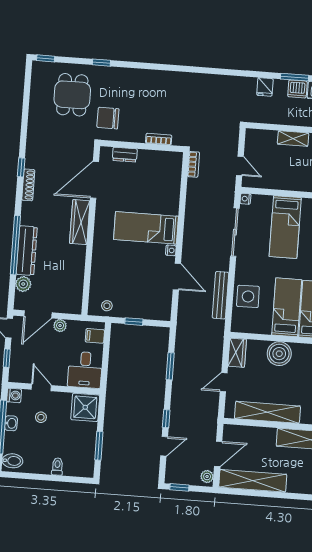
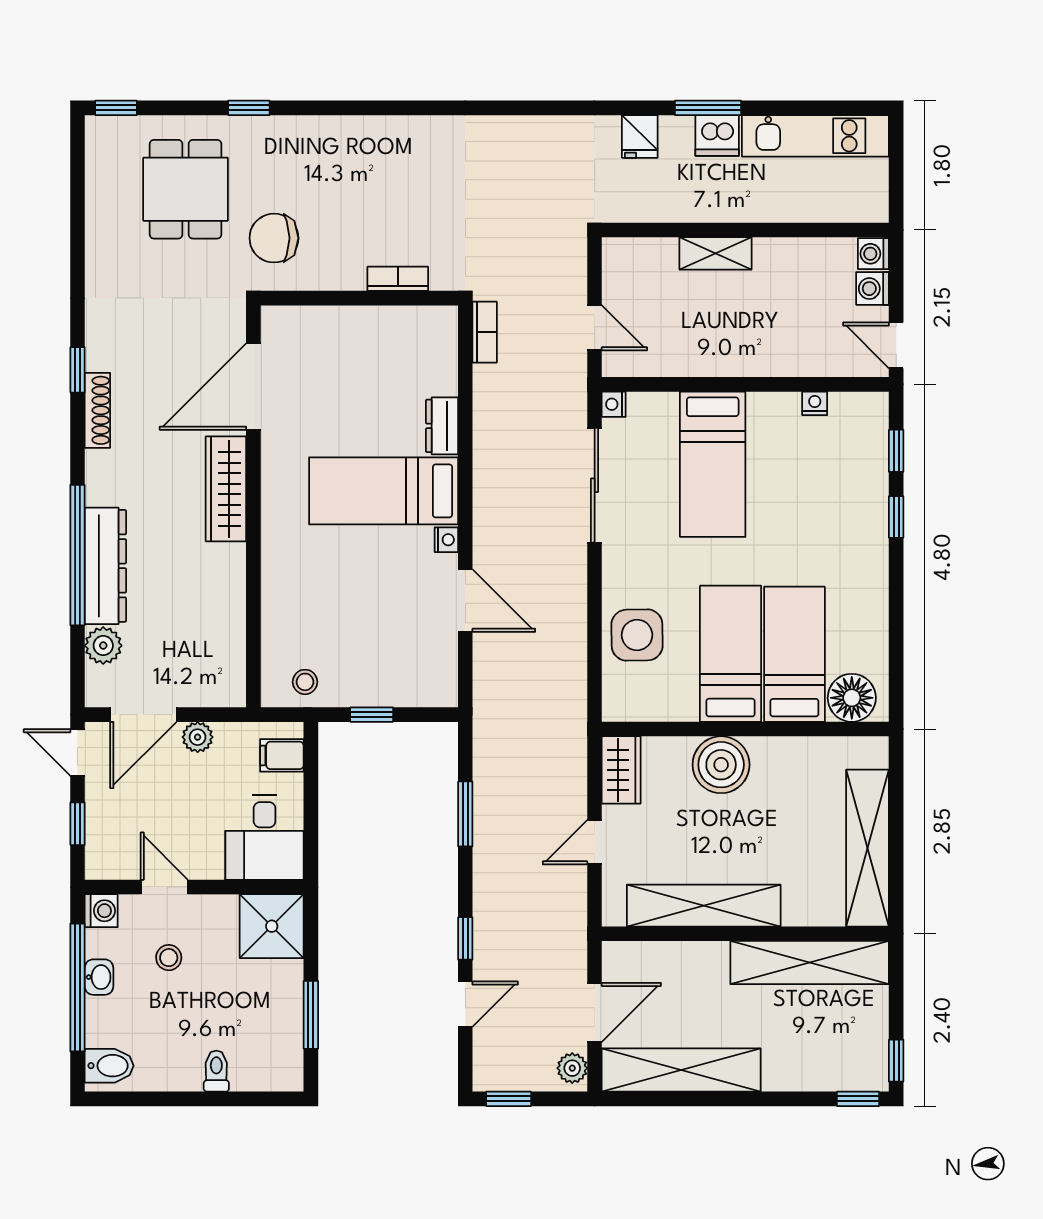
dresser: (125, 155) -> (442, 426), moved, turned 90
bench: (220, 295) -> (572, 637), removed

